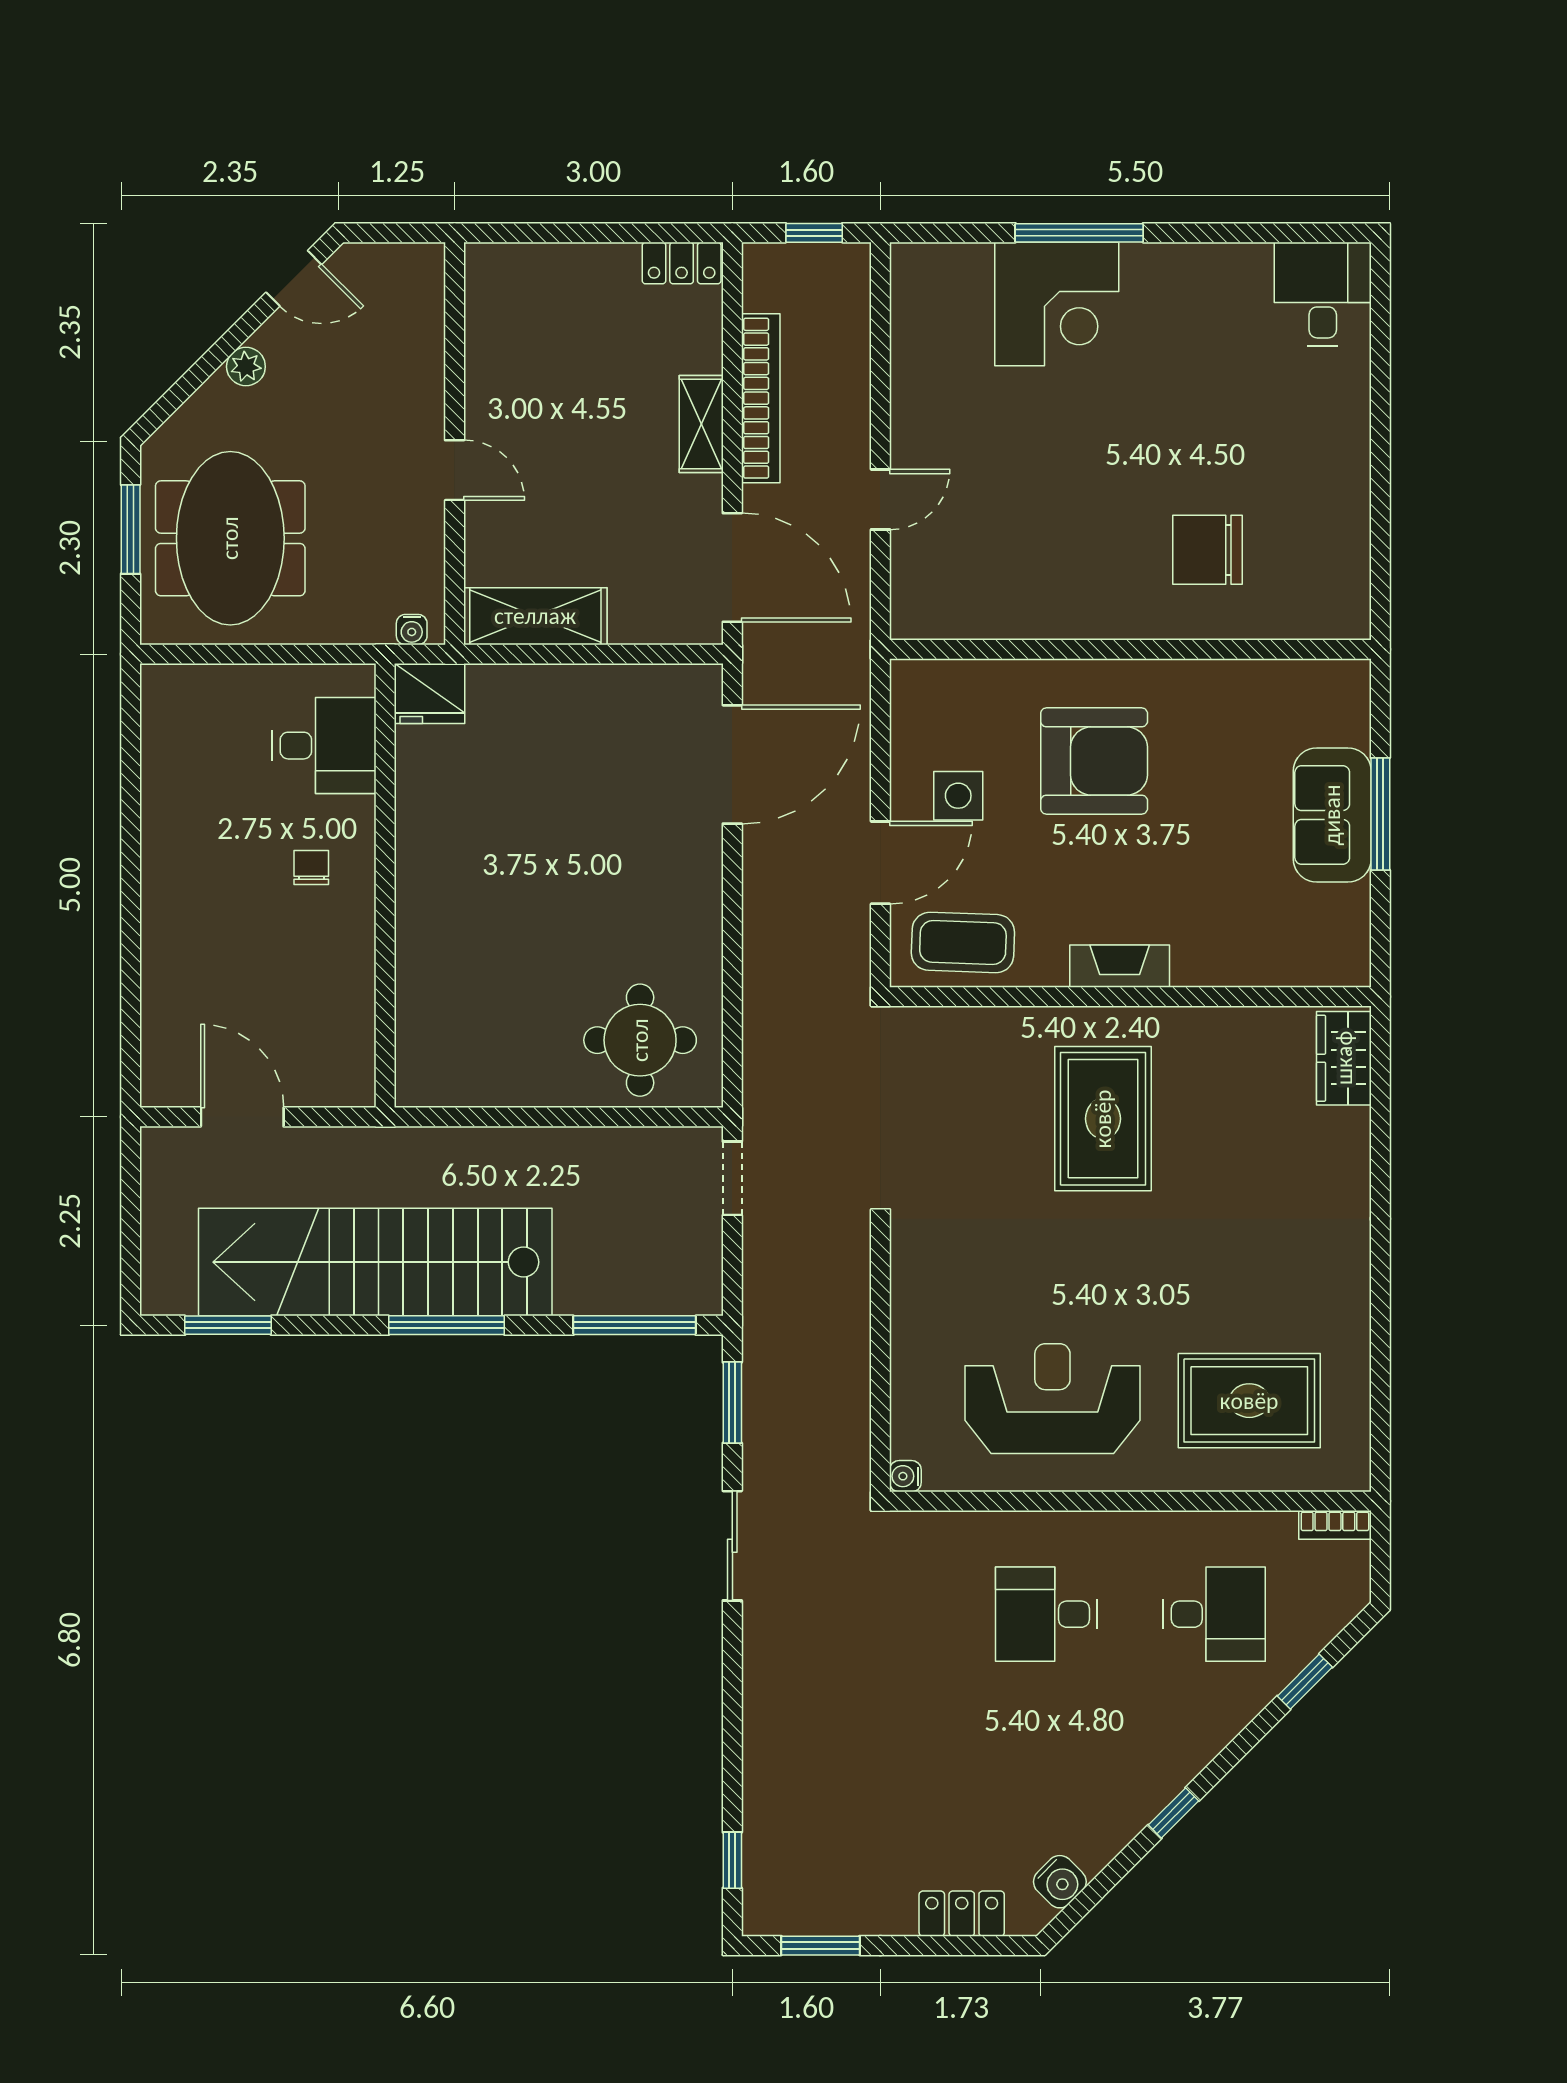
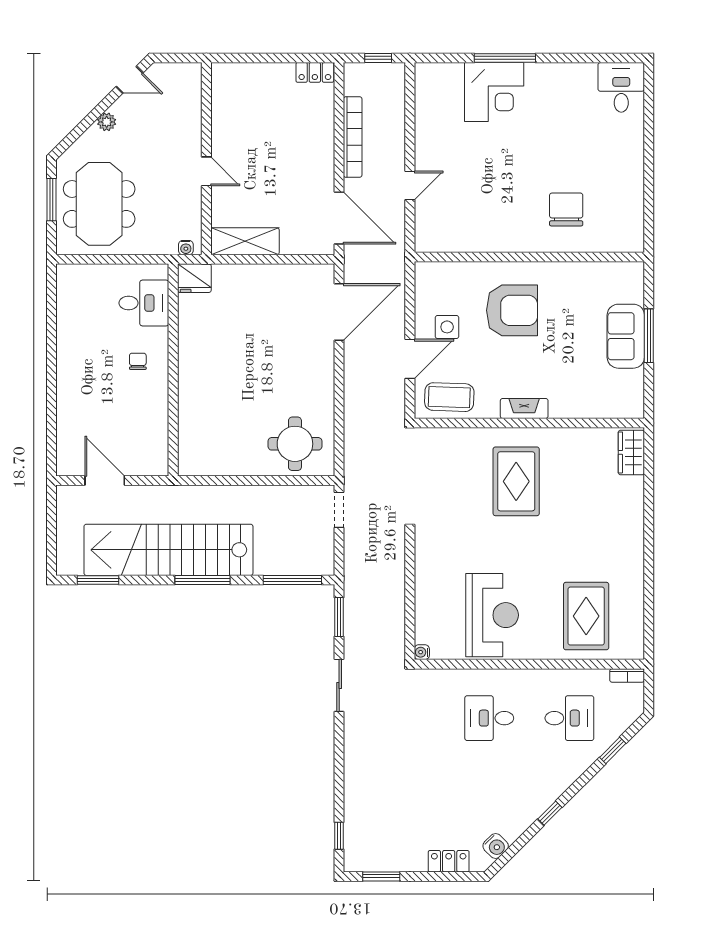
shelving: (701, 424) -> (324, 149), removed
chair: (1208, 550) -> (566, 209), turned 90
reception desk: (1052, 1399) -> (492, 615), turned 90
rug: (1249, 1401) -> (586, 616), turned 90

